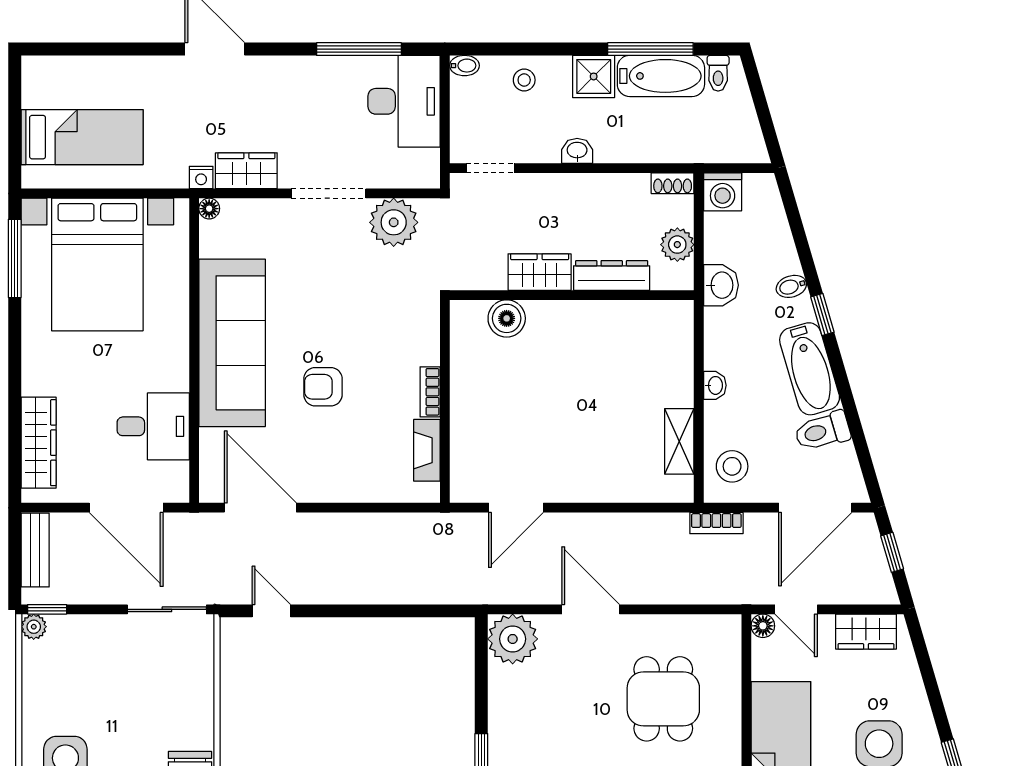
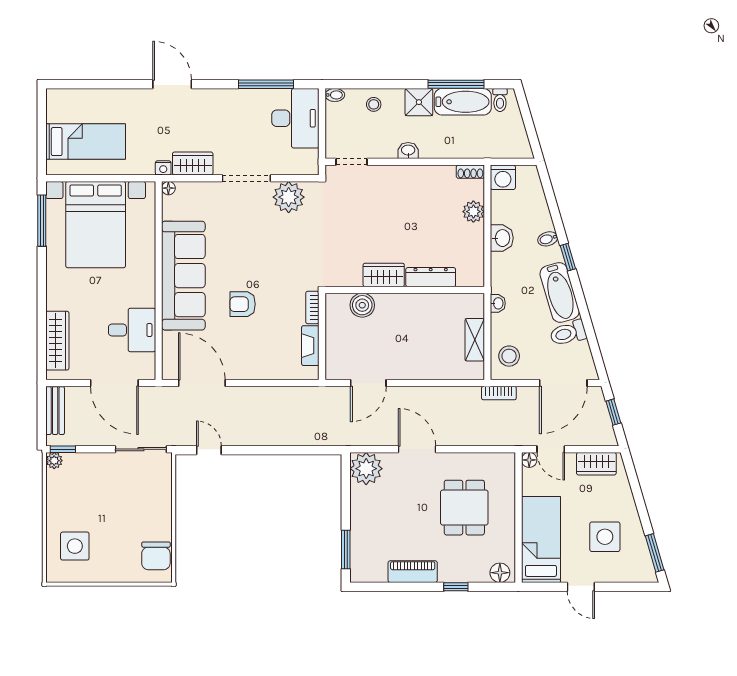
wardrobe: (540, 272) -> (384, 275), moved
dresser: (612, 275) -> (431, 277), moved
wall: (572, 295) -> (405, 290), moved
boiler: (507, 318) -> (362, 305), moved

